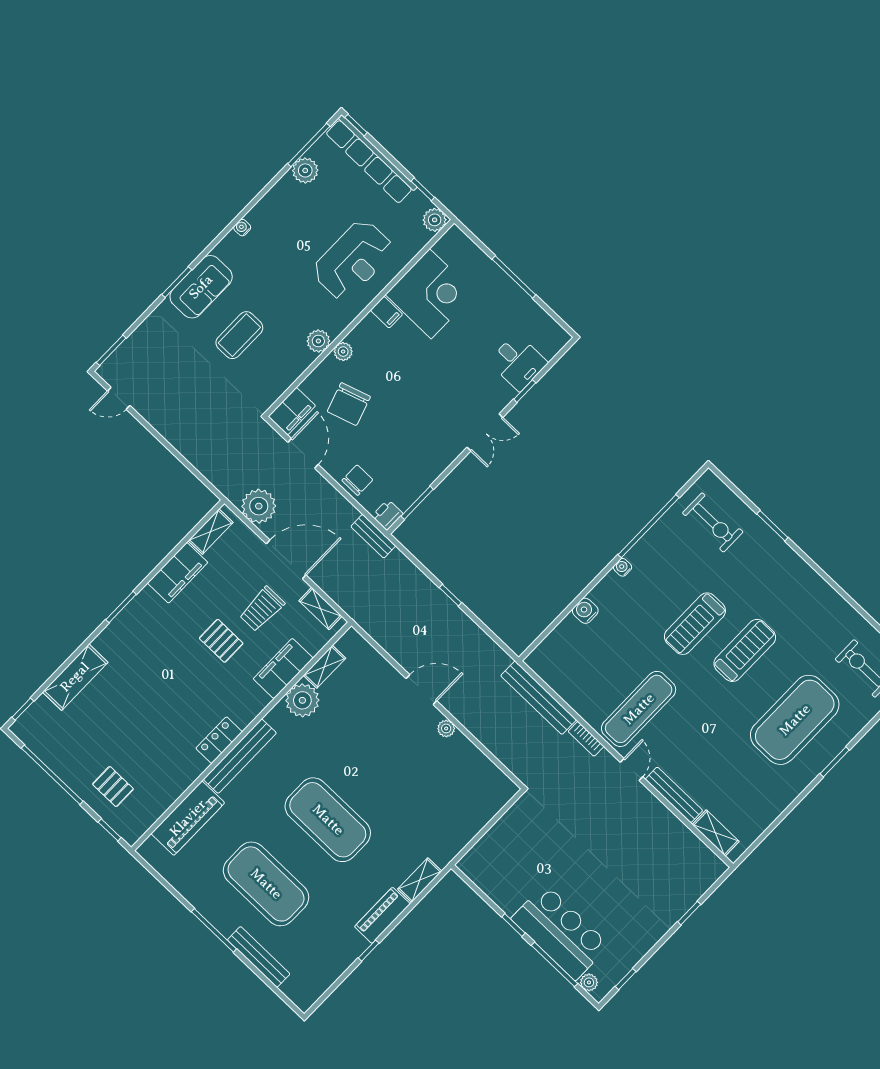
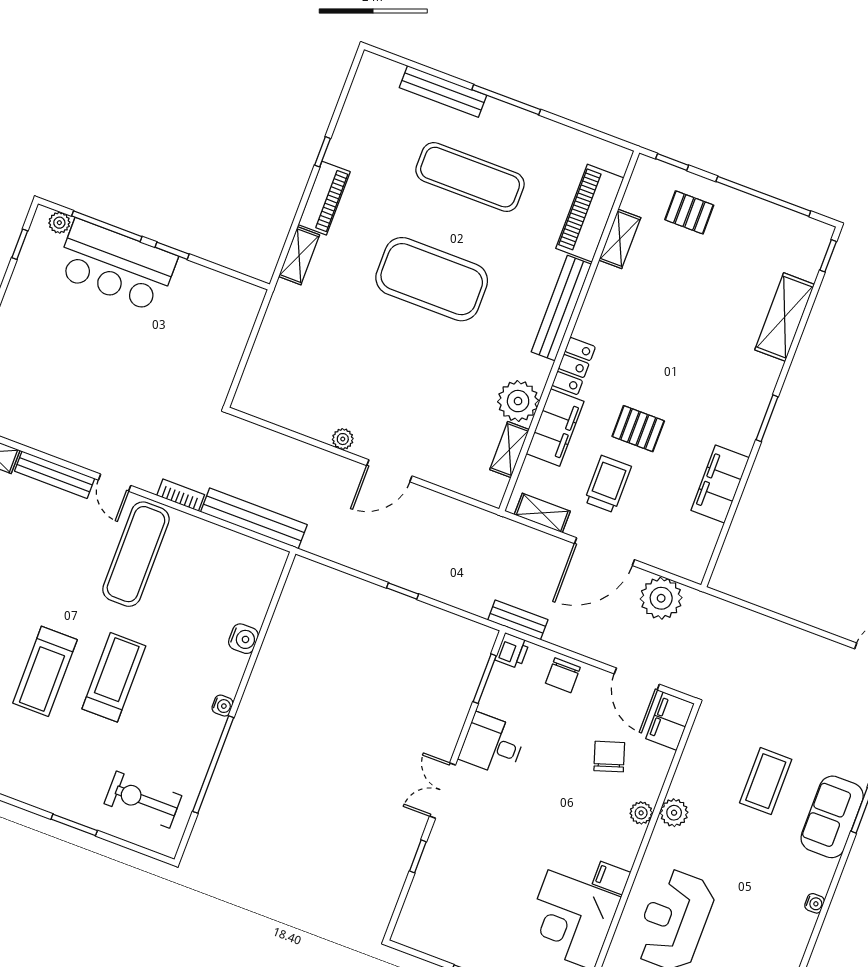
desk: (518, 362) -> (492, 745), moved
chair: (349, 404) -> (609, 757), width x0.73, depth x0.73
shelving: (211, 532) -> (620, 239), moved
locker: (219, 740) -> (574, 366), moved
exercise mat: (266, 884) -> (470, 177), width x0.68

